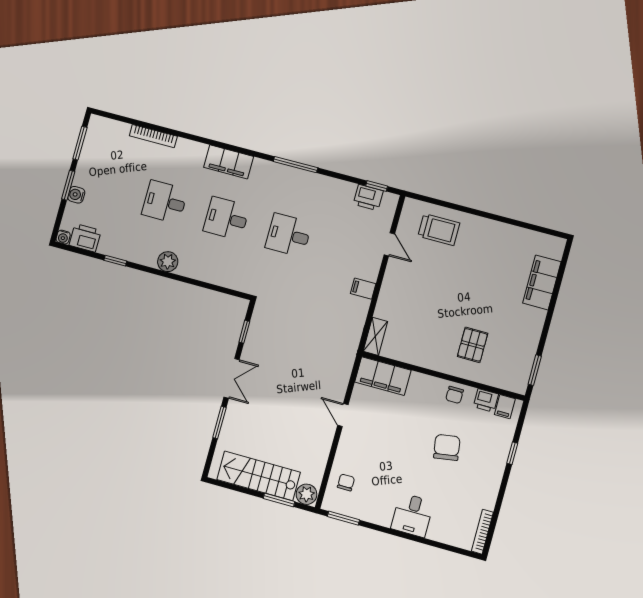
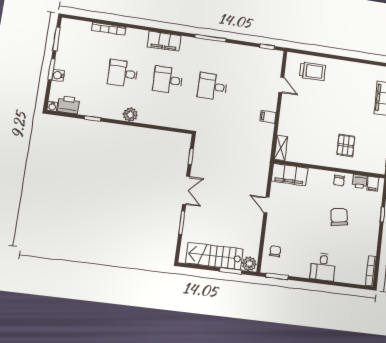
printer: (368, 197) -> (263, 55), removed

